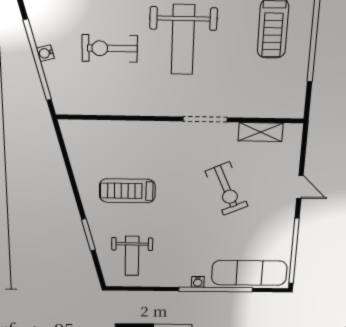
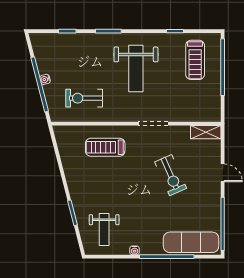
exercise bike: (110, 48) -> (84, 98), moved
shelving: (261, 132) -> (206, 132), moved
treadmill: (127, 191) -> (105, 147), moved
water cooler: (198, 282) -> (135, 250), moved

